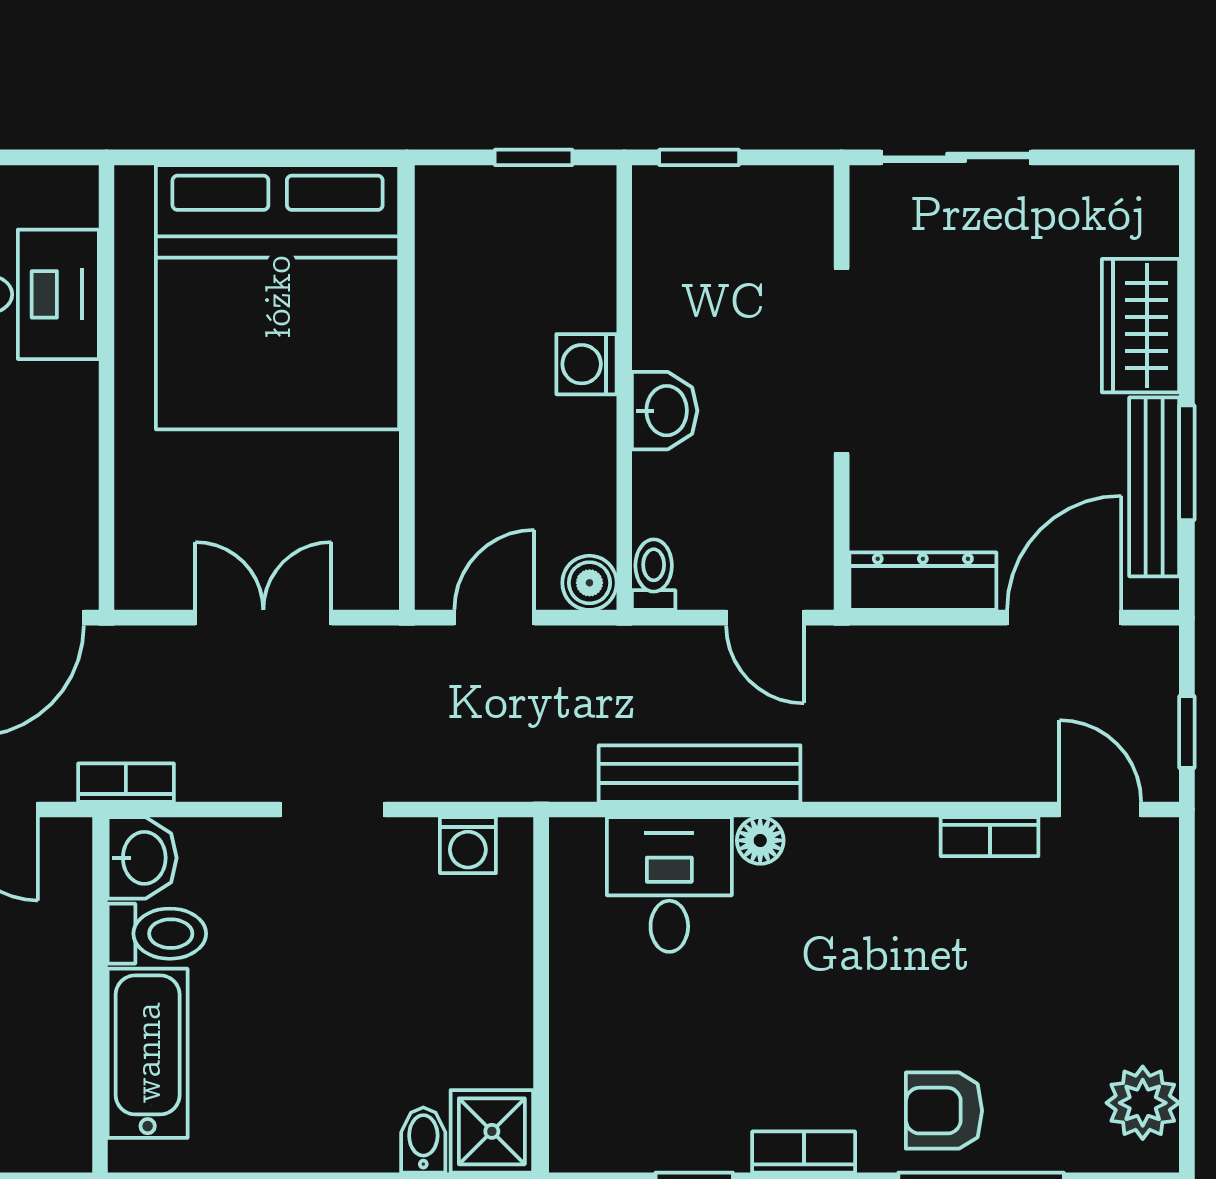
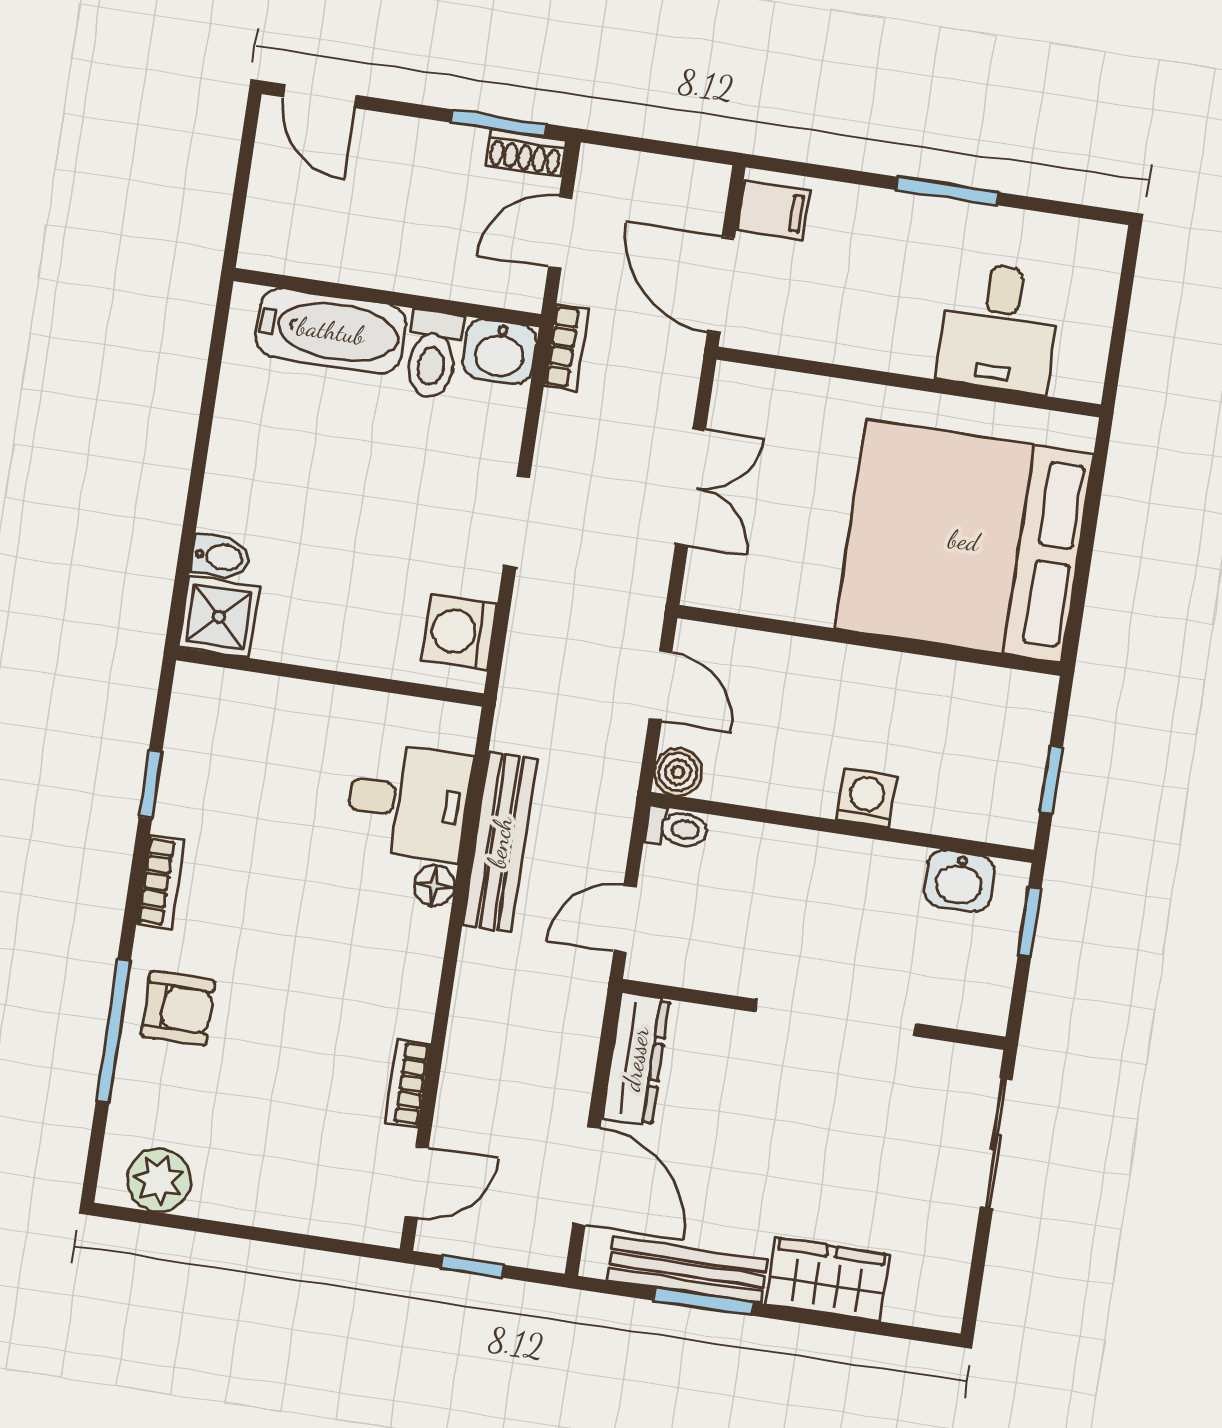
washbasin: (665, 411) -> (959, 881), moved
washing machine: (468, 845) -> (459, 632), width x1.38, depth x1.38
armchair: (944, 1111) -> (178, 1008), turned 90

